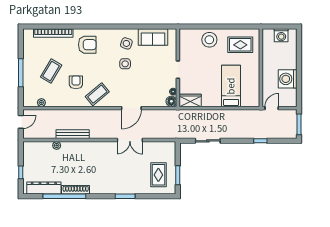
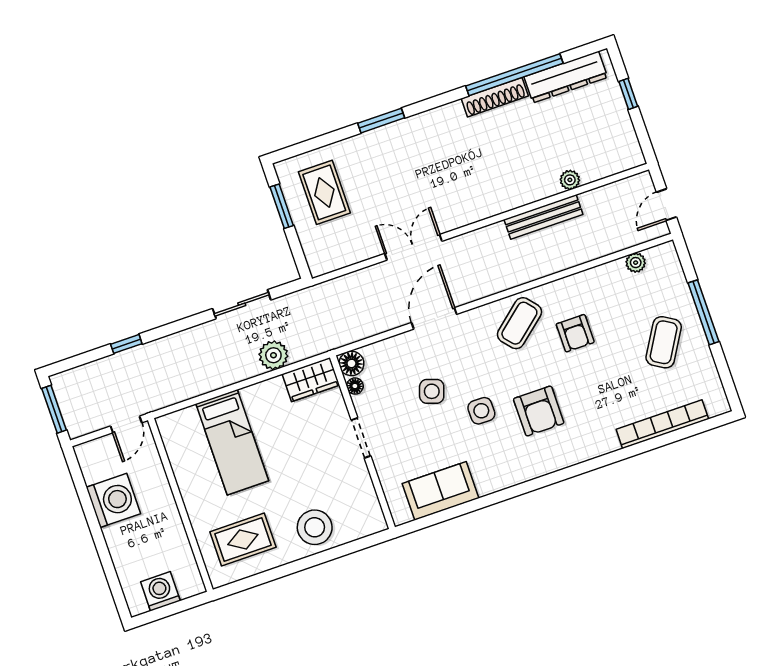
side table: (126, 43) -> (432, 391), moved
armchair: (87, 45) -> (539, 411), moved, turned -90
coffee table: (51, 71) -> (664, 342), moved
plant: (202, 116) -> (273, 355), added

